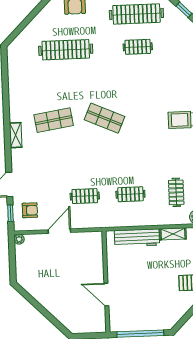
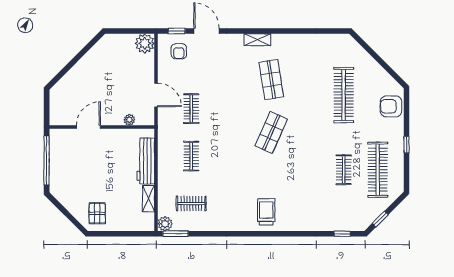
door: (59, 231) -> (156, 95), moved
plant: (19, 239) -> (145, 43), width x1.88, depth x1.88
plant: (98, 255) -> (129, 120), added

